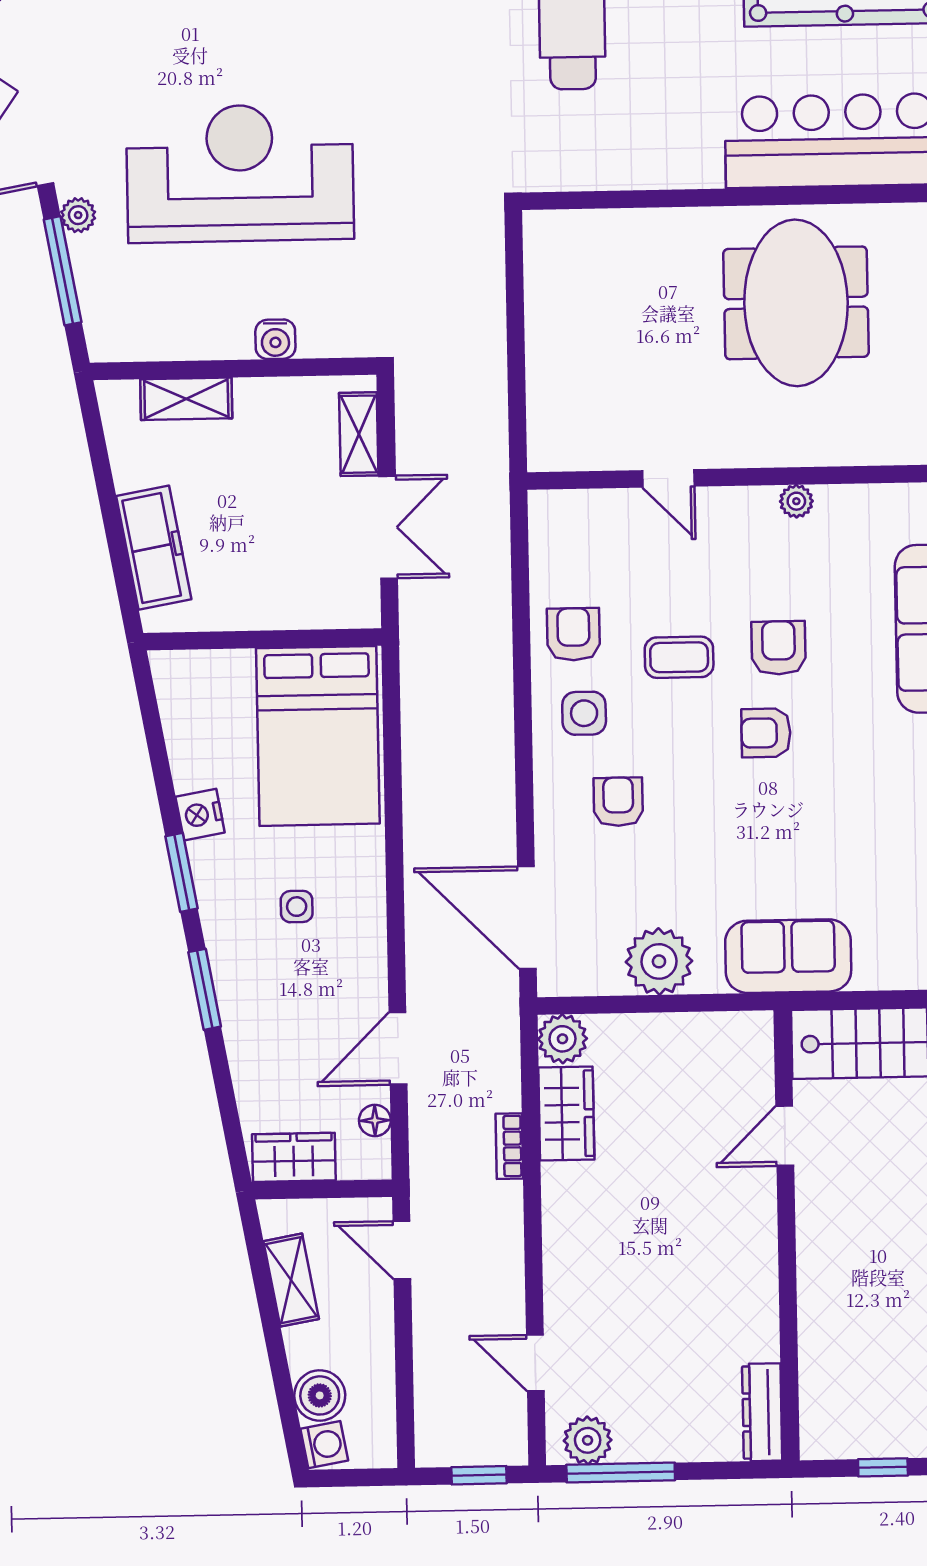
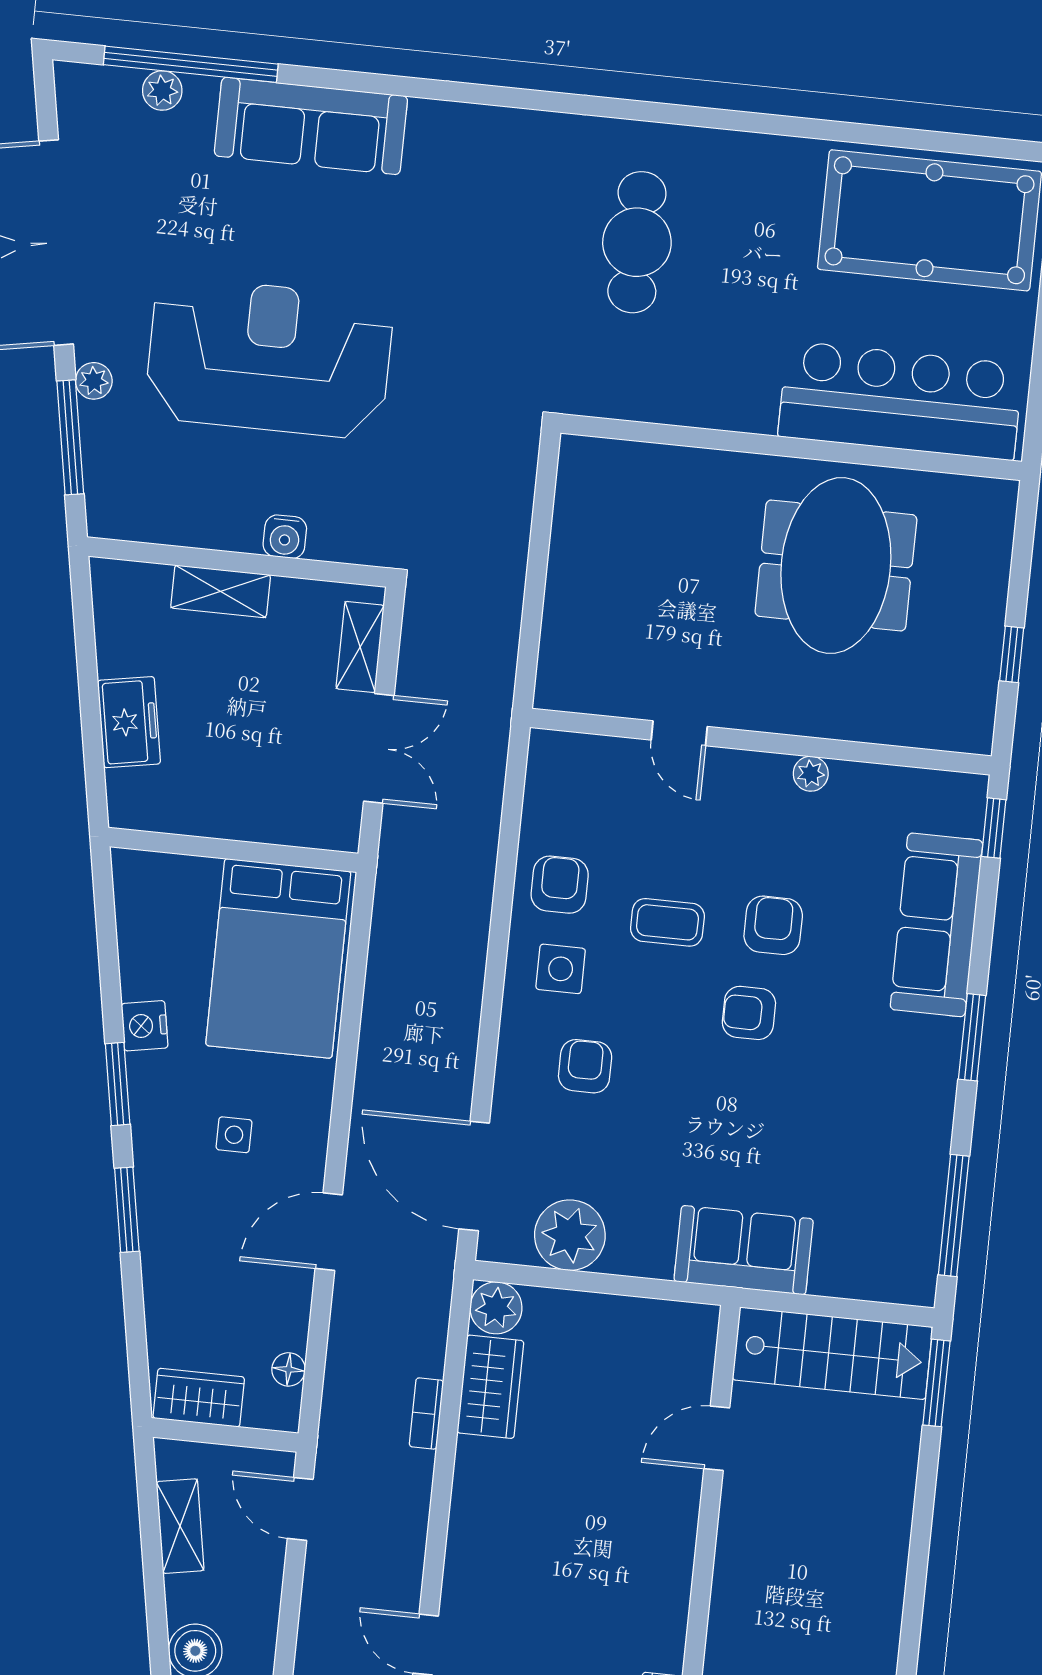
shelving: (186, 399) -> (221, 591), moved
freezer: (154, 548) -> (129, 722), width x0.71
plant: (659, 961) -> (570, 1235), moved
door: (398, 1048) -> (329, 1232), moved

